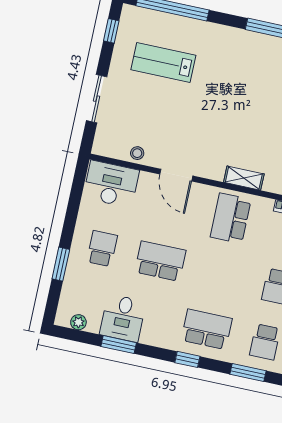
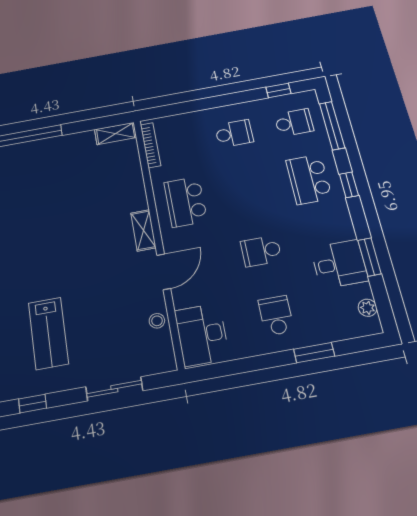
shelving: (244, 178) -> (143, 230), moved
school desk: (231, 218) -> (186, 202), turned 90
school desk: (102, 249) -> (276, 316), turned 90
school desk: (160, 261) -> (261, 251), width x0.54
window: (248, 373) -> (332, 126), width x1.44

